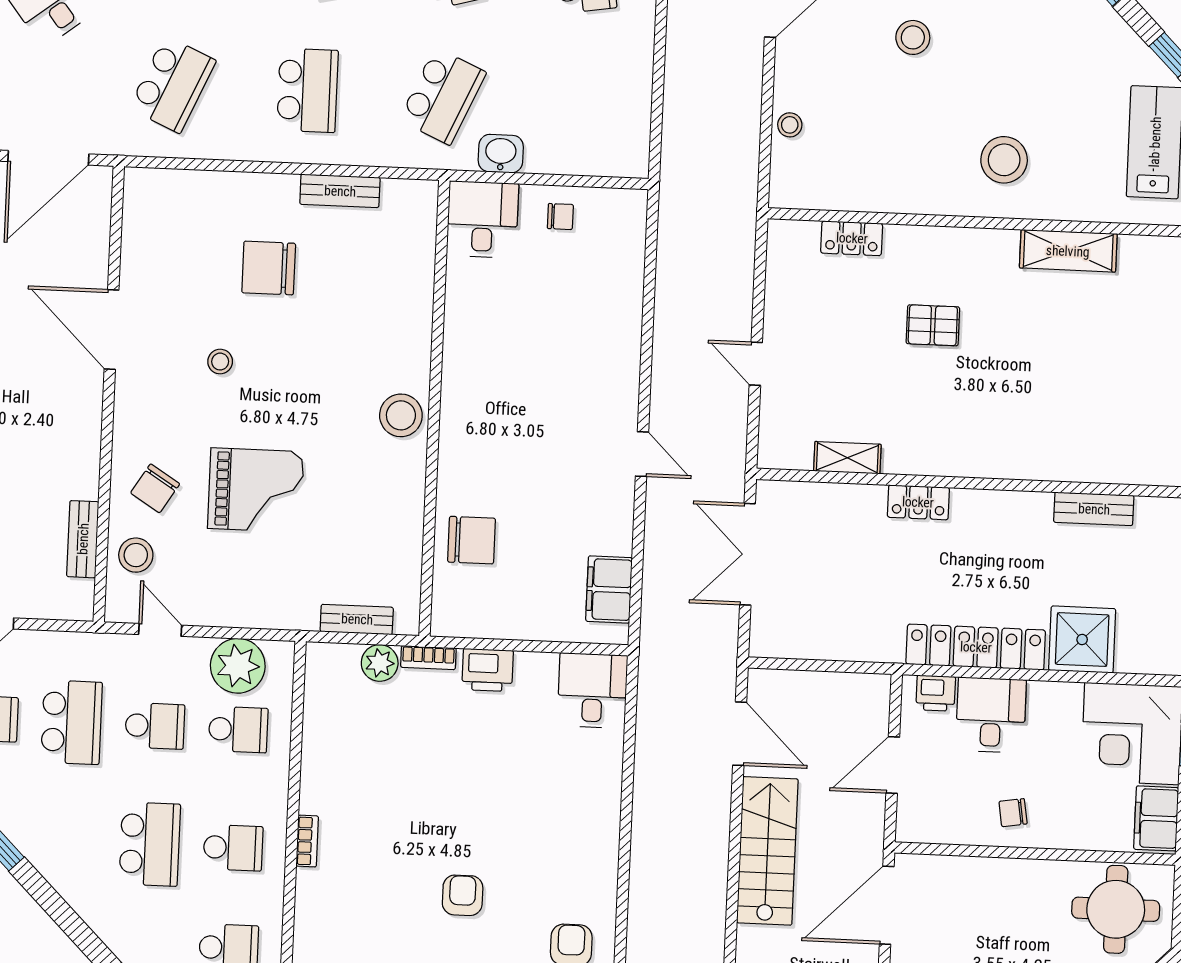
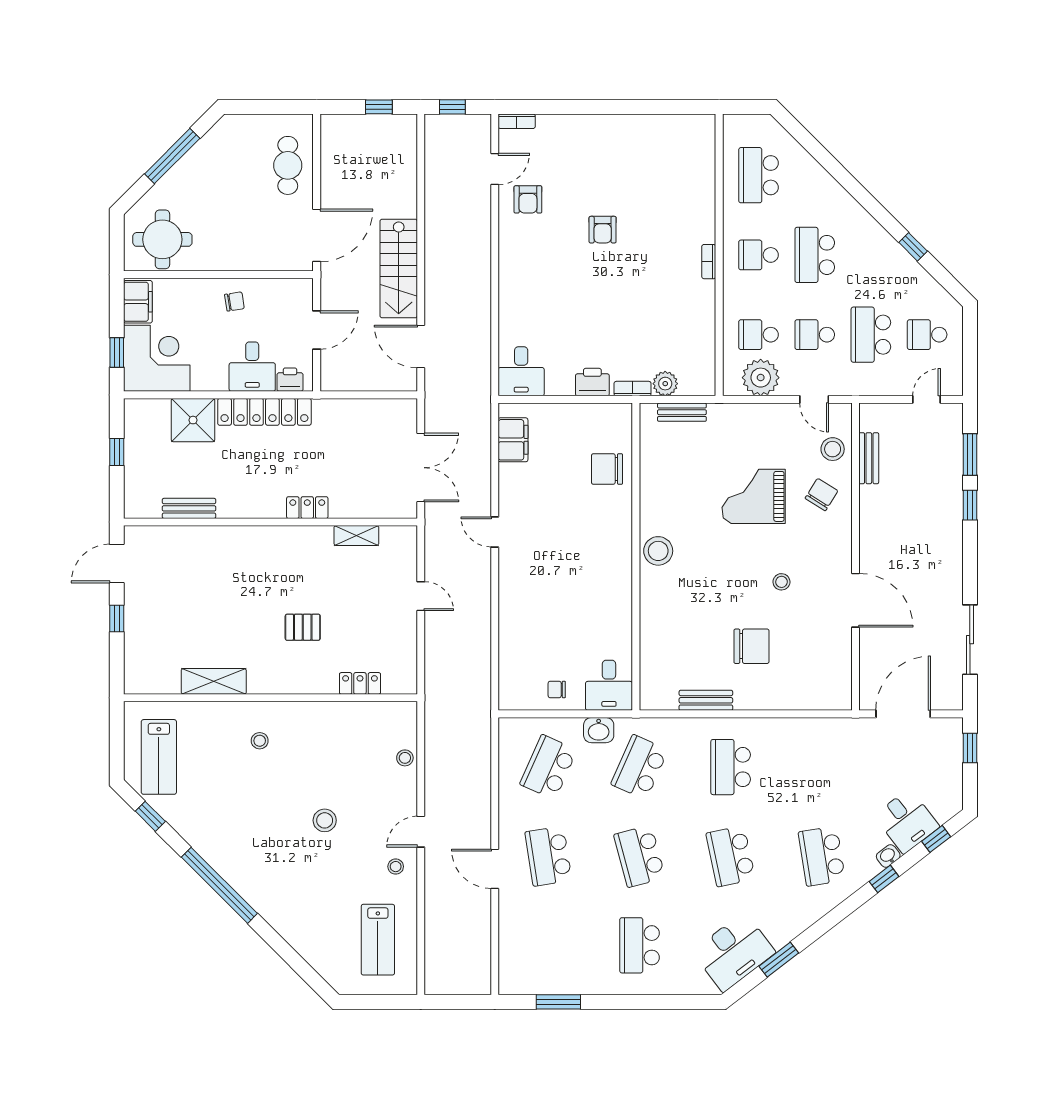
school desk: (172, 84) -> (548, 767), moved
stool: (1004, 160) -> (260, 741), width x0.53, depth x0.53

